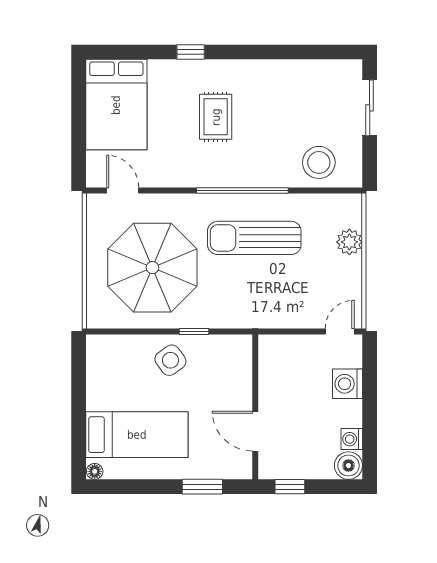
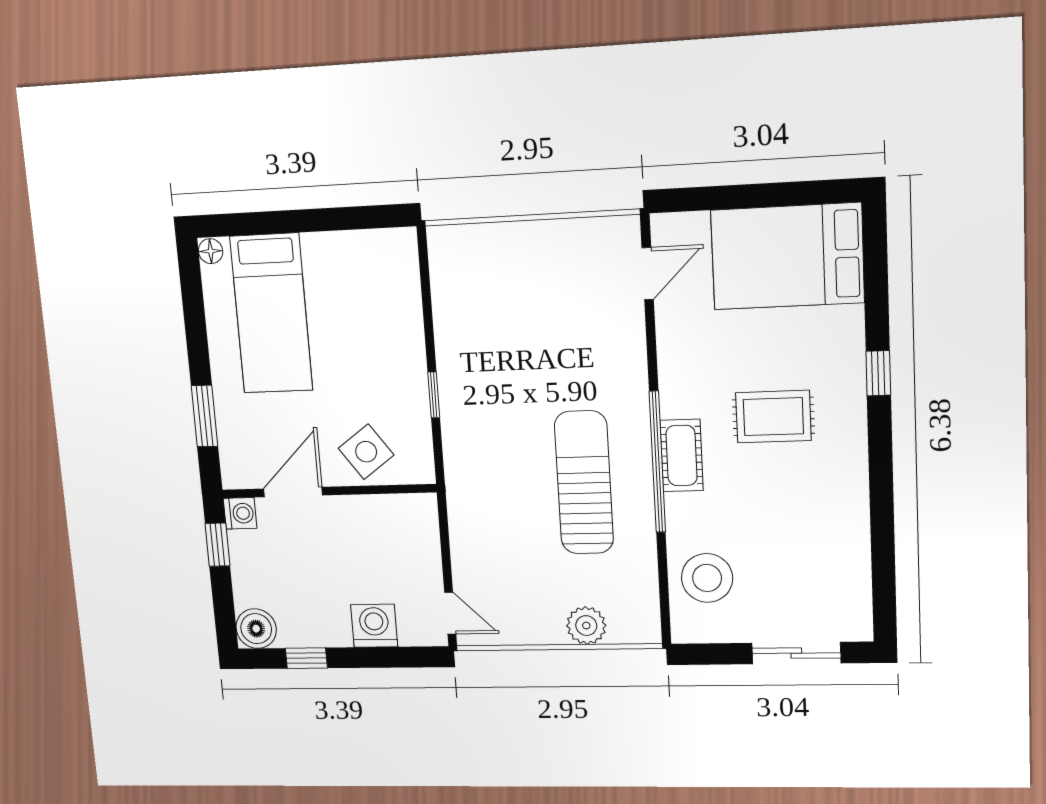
cot: (238, 175) -> (681, 455), added
parasol: (152, 268) -> (528, 326), removed
side table: (170, 360) -> (366, 452), moved
window: (370, 432) -> (306, 658), added
washing machine: (352, 439) -> (240, 513), moved, turned 90

